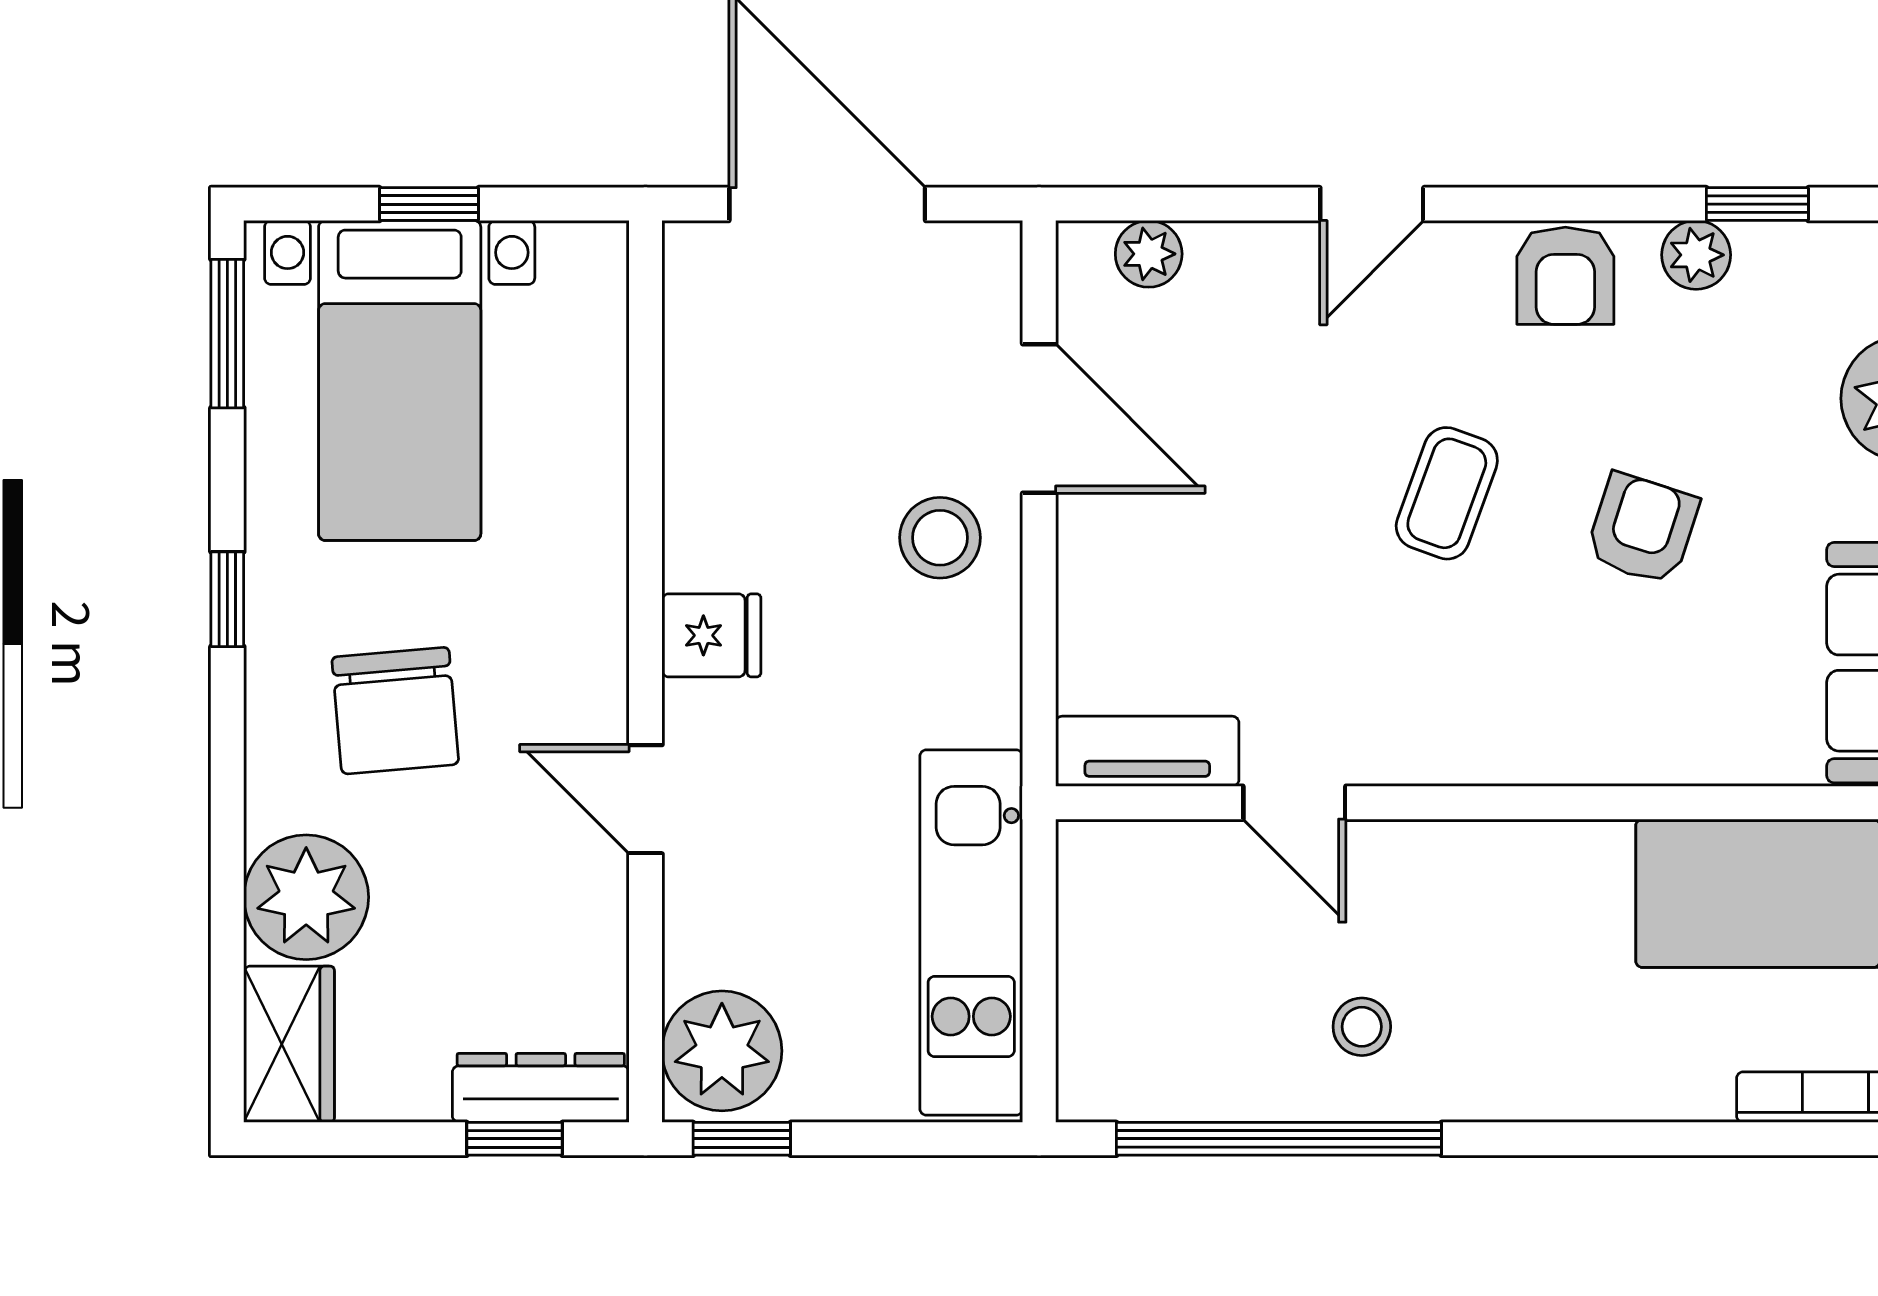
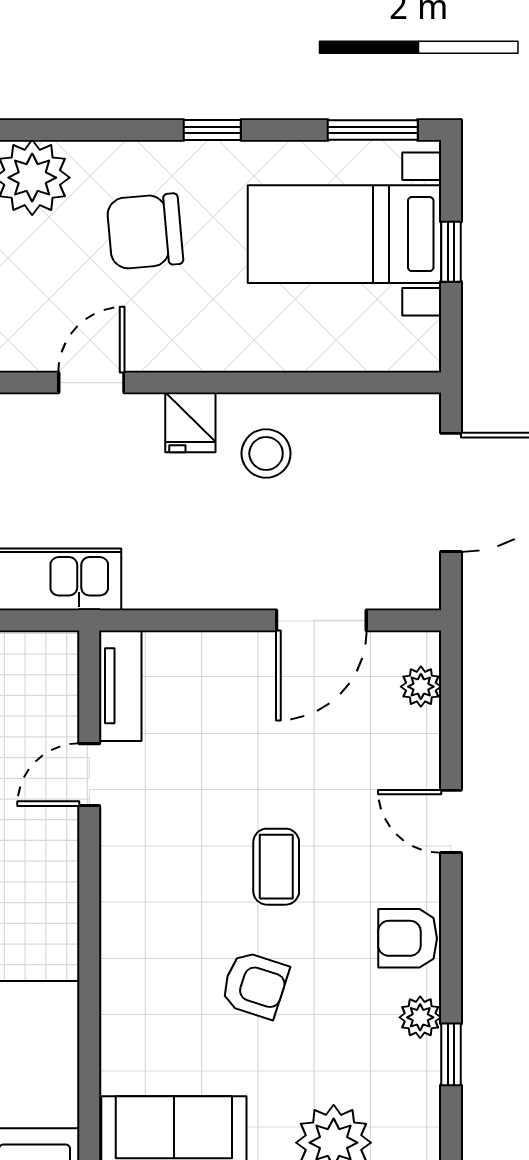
coffee table: (1447, 493) -> (276, 867), turned 70
stool: (940, 538) -> (266, 453), moved

